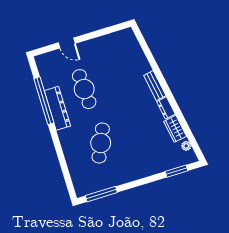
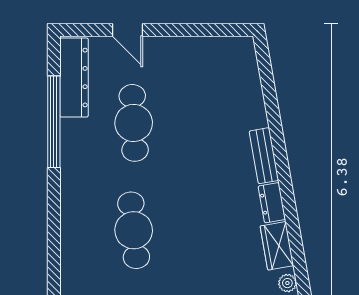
dresser: (57, 108) -> (74, 78), moved
cafe table: (101, 143) -> (134, 230), turned -30

